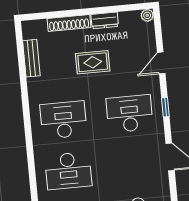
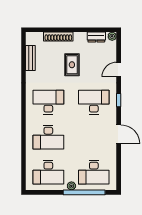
dresser: (105, 20) -> (96, 37), moved
rug: (93, 62) -> (72, 65), turned 90

